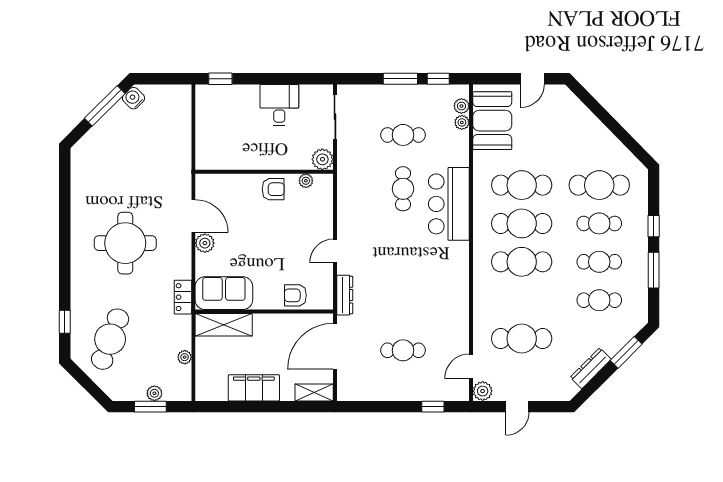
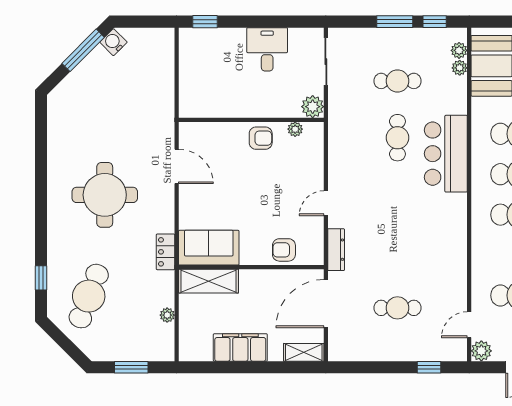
plant: (205, 243) -> (189, 195), removed
plant: (154, 393) -> (135, 353), removed

